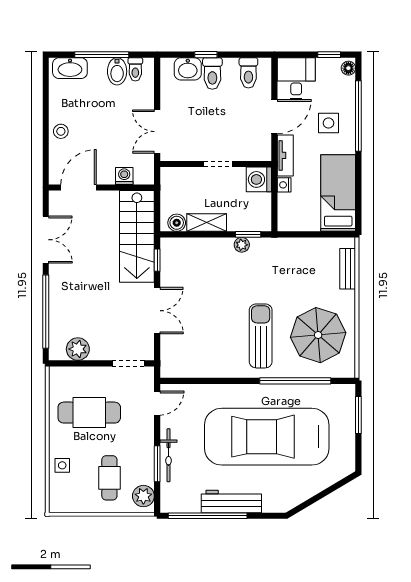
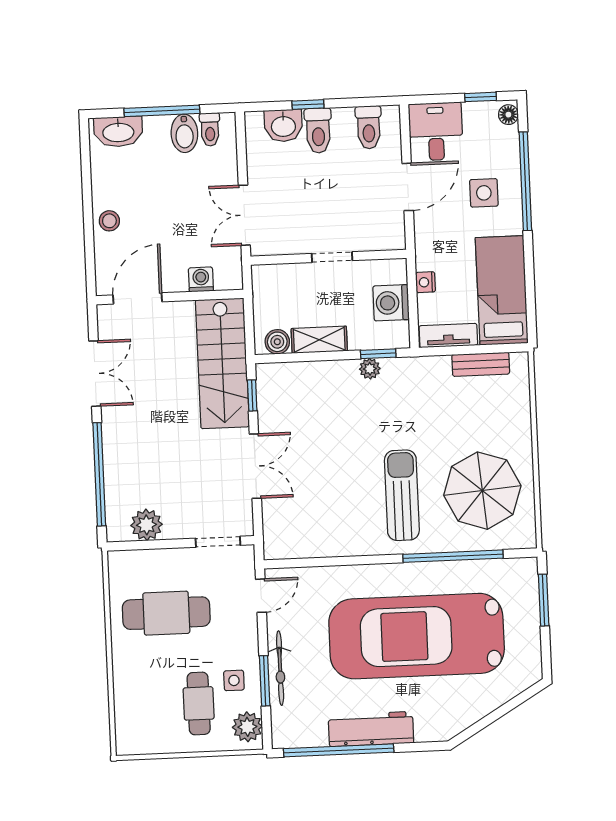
tv unit: (285, 155) -> (448, 336), moved, turned -90
washing machine: (259, 179) -> (391, 303), moved
bench: (348, 269) -> (481, 364), moved, turned 90
side table: (62, 465) -> (234, 680), moved

